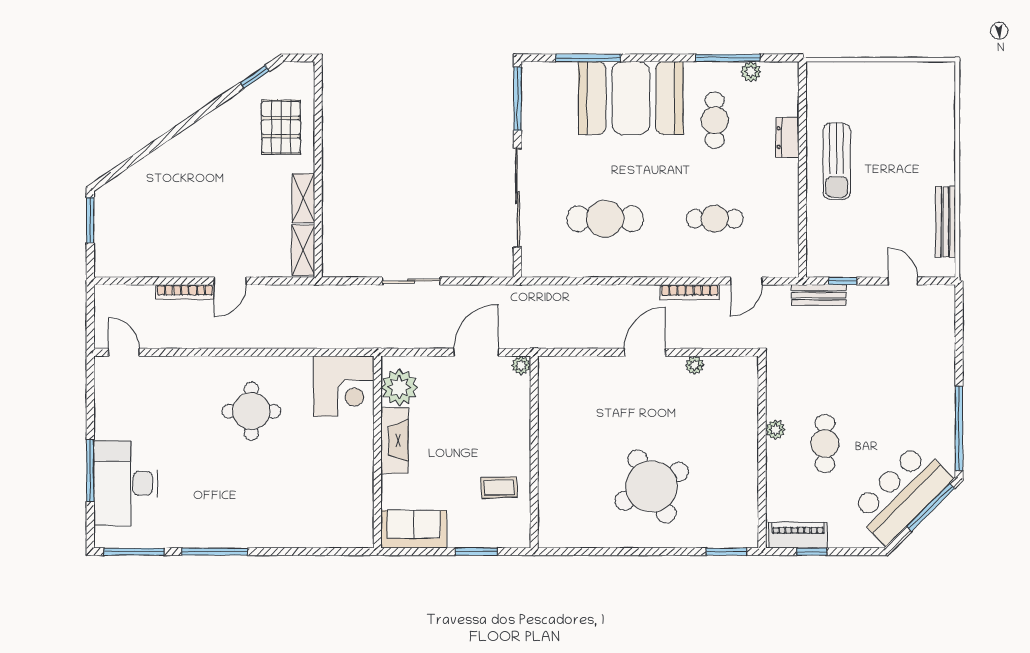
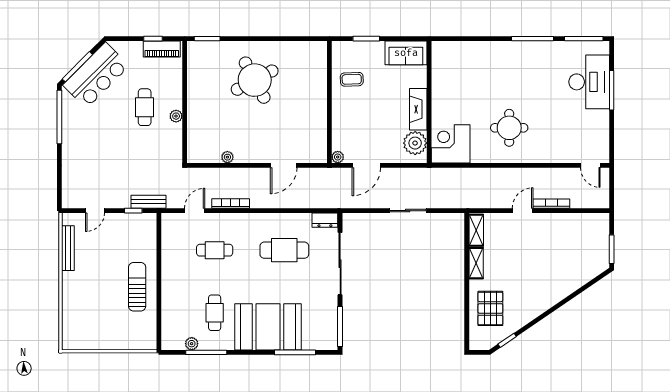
dresser: (787, 138) -> (325, 220), moved, turned 90
door: (903, 281) -> (95, 211), hinge flipped
door: (645, 352) -> (284, 165), moved

